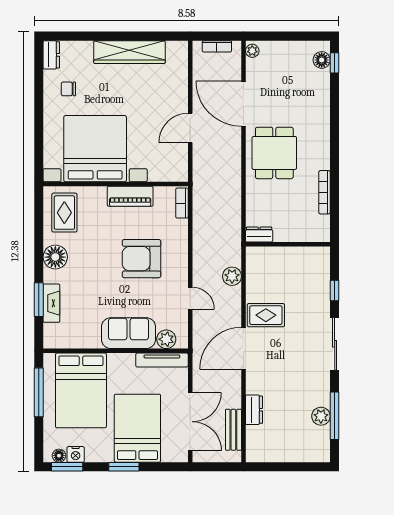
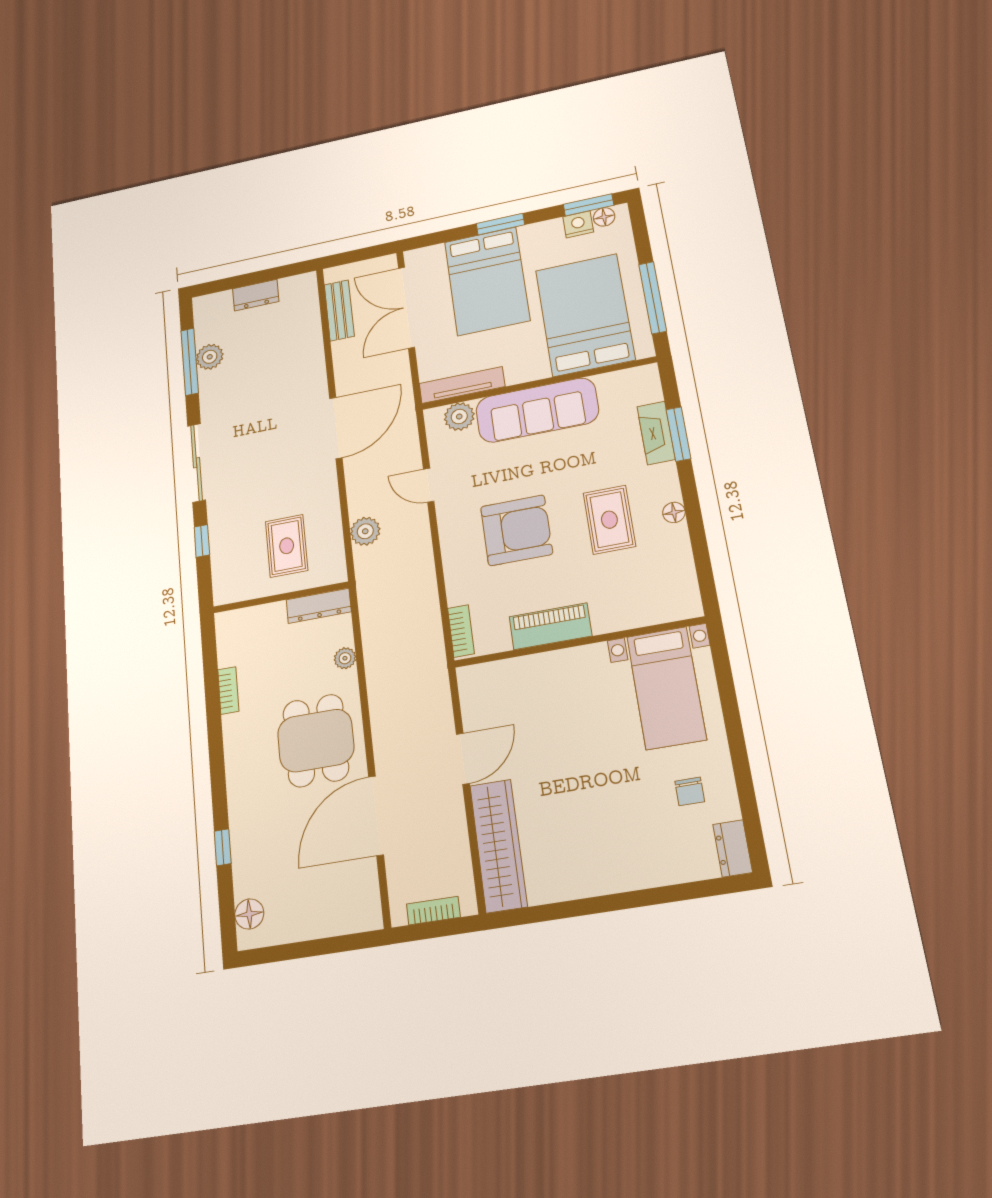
plant: (252, 51) -> (345, 658), moved
wardrobe: (129, 52) -> (498, 845), moved, turned 90
window: (335, 63) -> (223, 847), moved
chair: (68, 89) -> (690, 791), turned 90
door: (243, 104) -> (376, 816), swing flipped
bed with nightstands: (95, 149) -> (666, 688), width x0.54
bookcase: (325, 192) -> (228, 690), width x0.64
rug: (64, 213) -> (609, 520), moved
dresser: (259, 235) -> (319, 606), width x1.44
floor lamp: (55, 257) -> (674, 512), width x0.53, depth x0.53
rug: (266, 315) -> (287, 546), moved, turned 90
sofa: (129, 333) -> (537, 410), width x1.36
dresser: (254, 410) -> (256, 295), moved, turned -90

